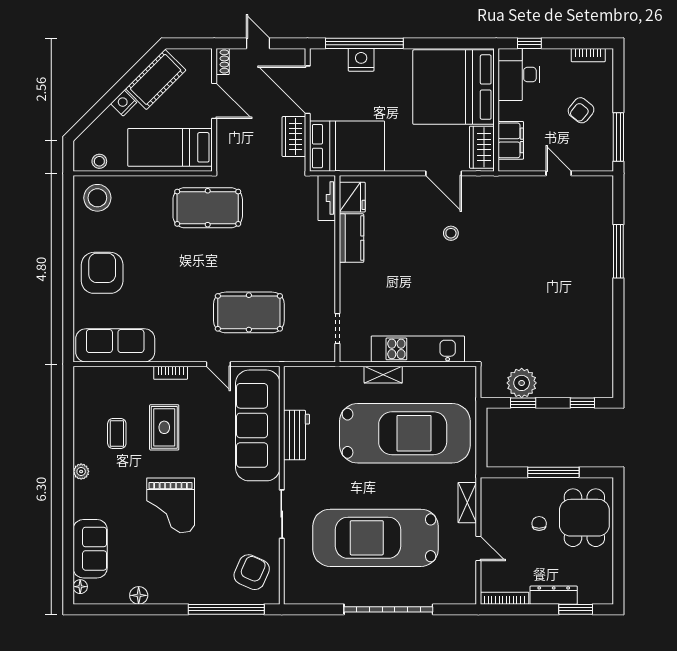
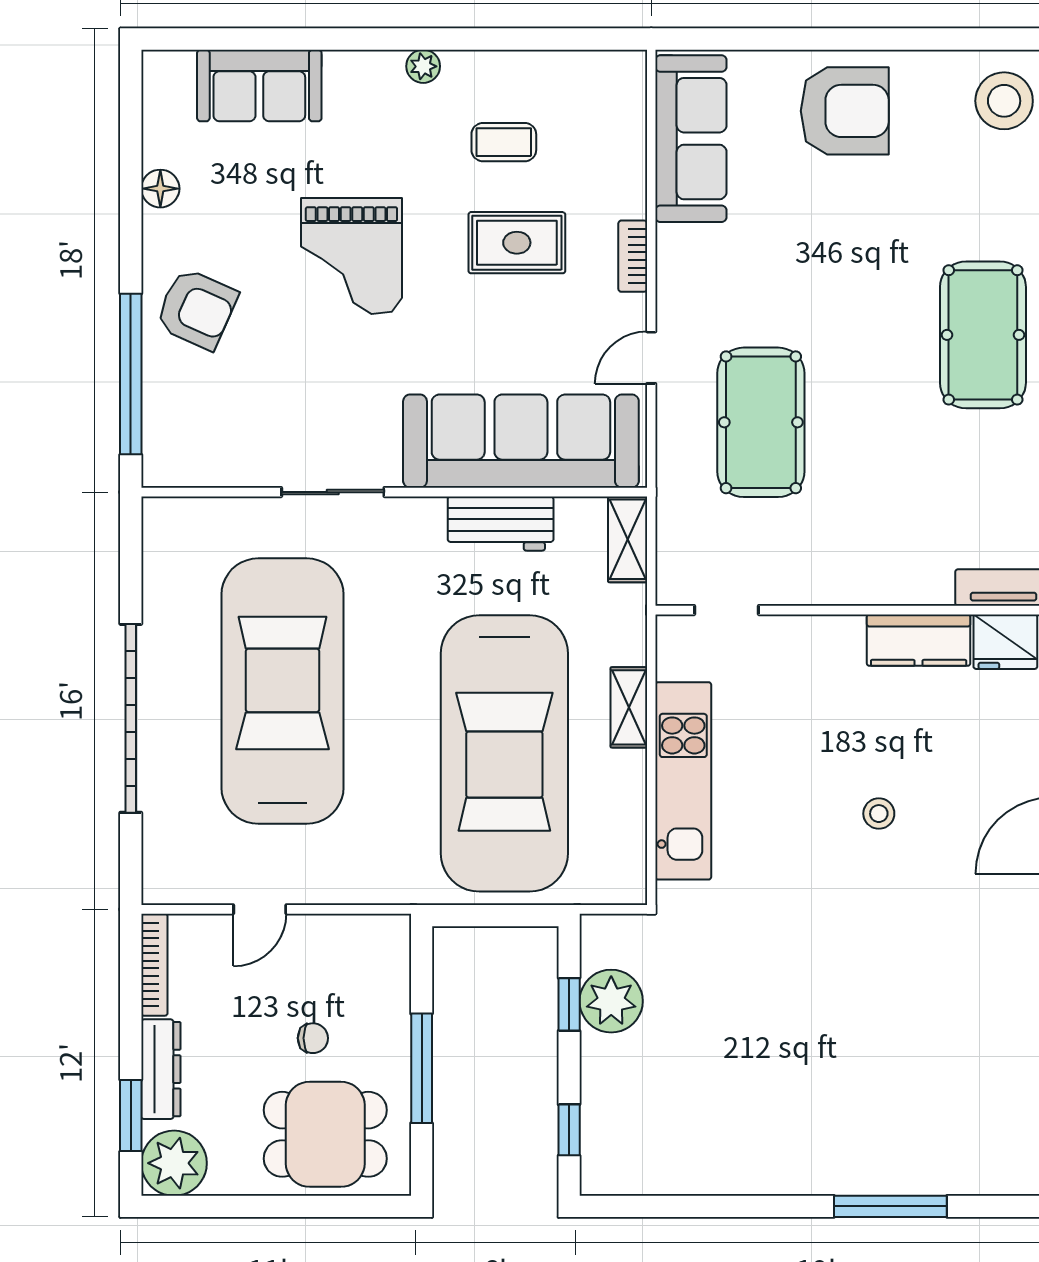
stool: (451, 233) -> (879, 814), moved
shelving: (467, 503) -> (628, 539), moved, turned 90
grand piano: (171, 505) -> (351, 256), turned -90
armchair: (252, 572) -> (197, 309), moved
floor lamp: (80, 587) -> (179, 64), removed
plant: (598, 589) -> (174, 1163), added

